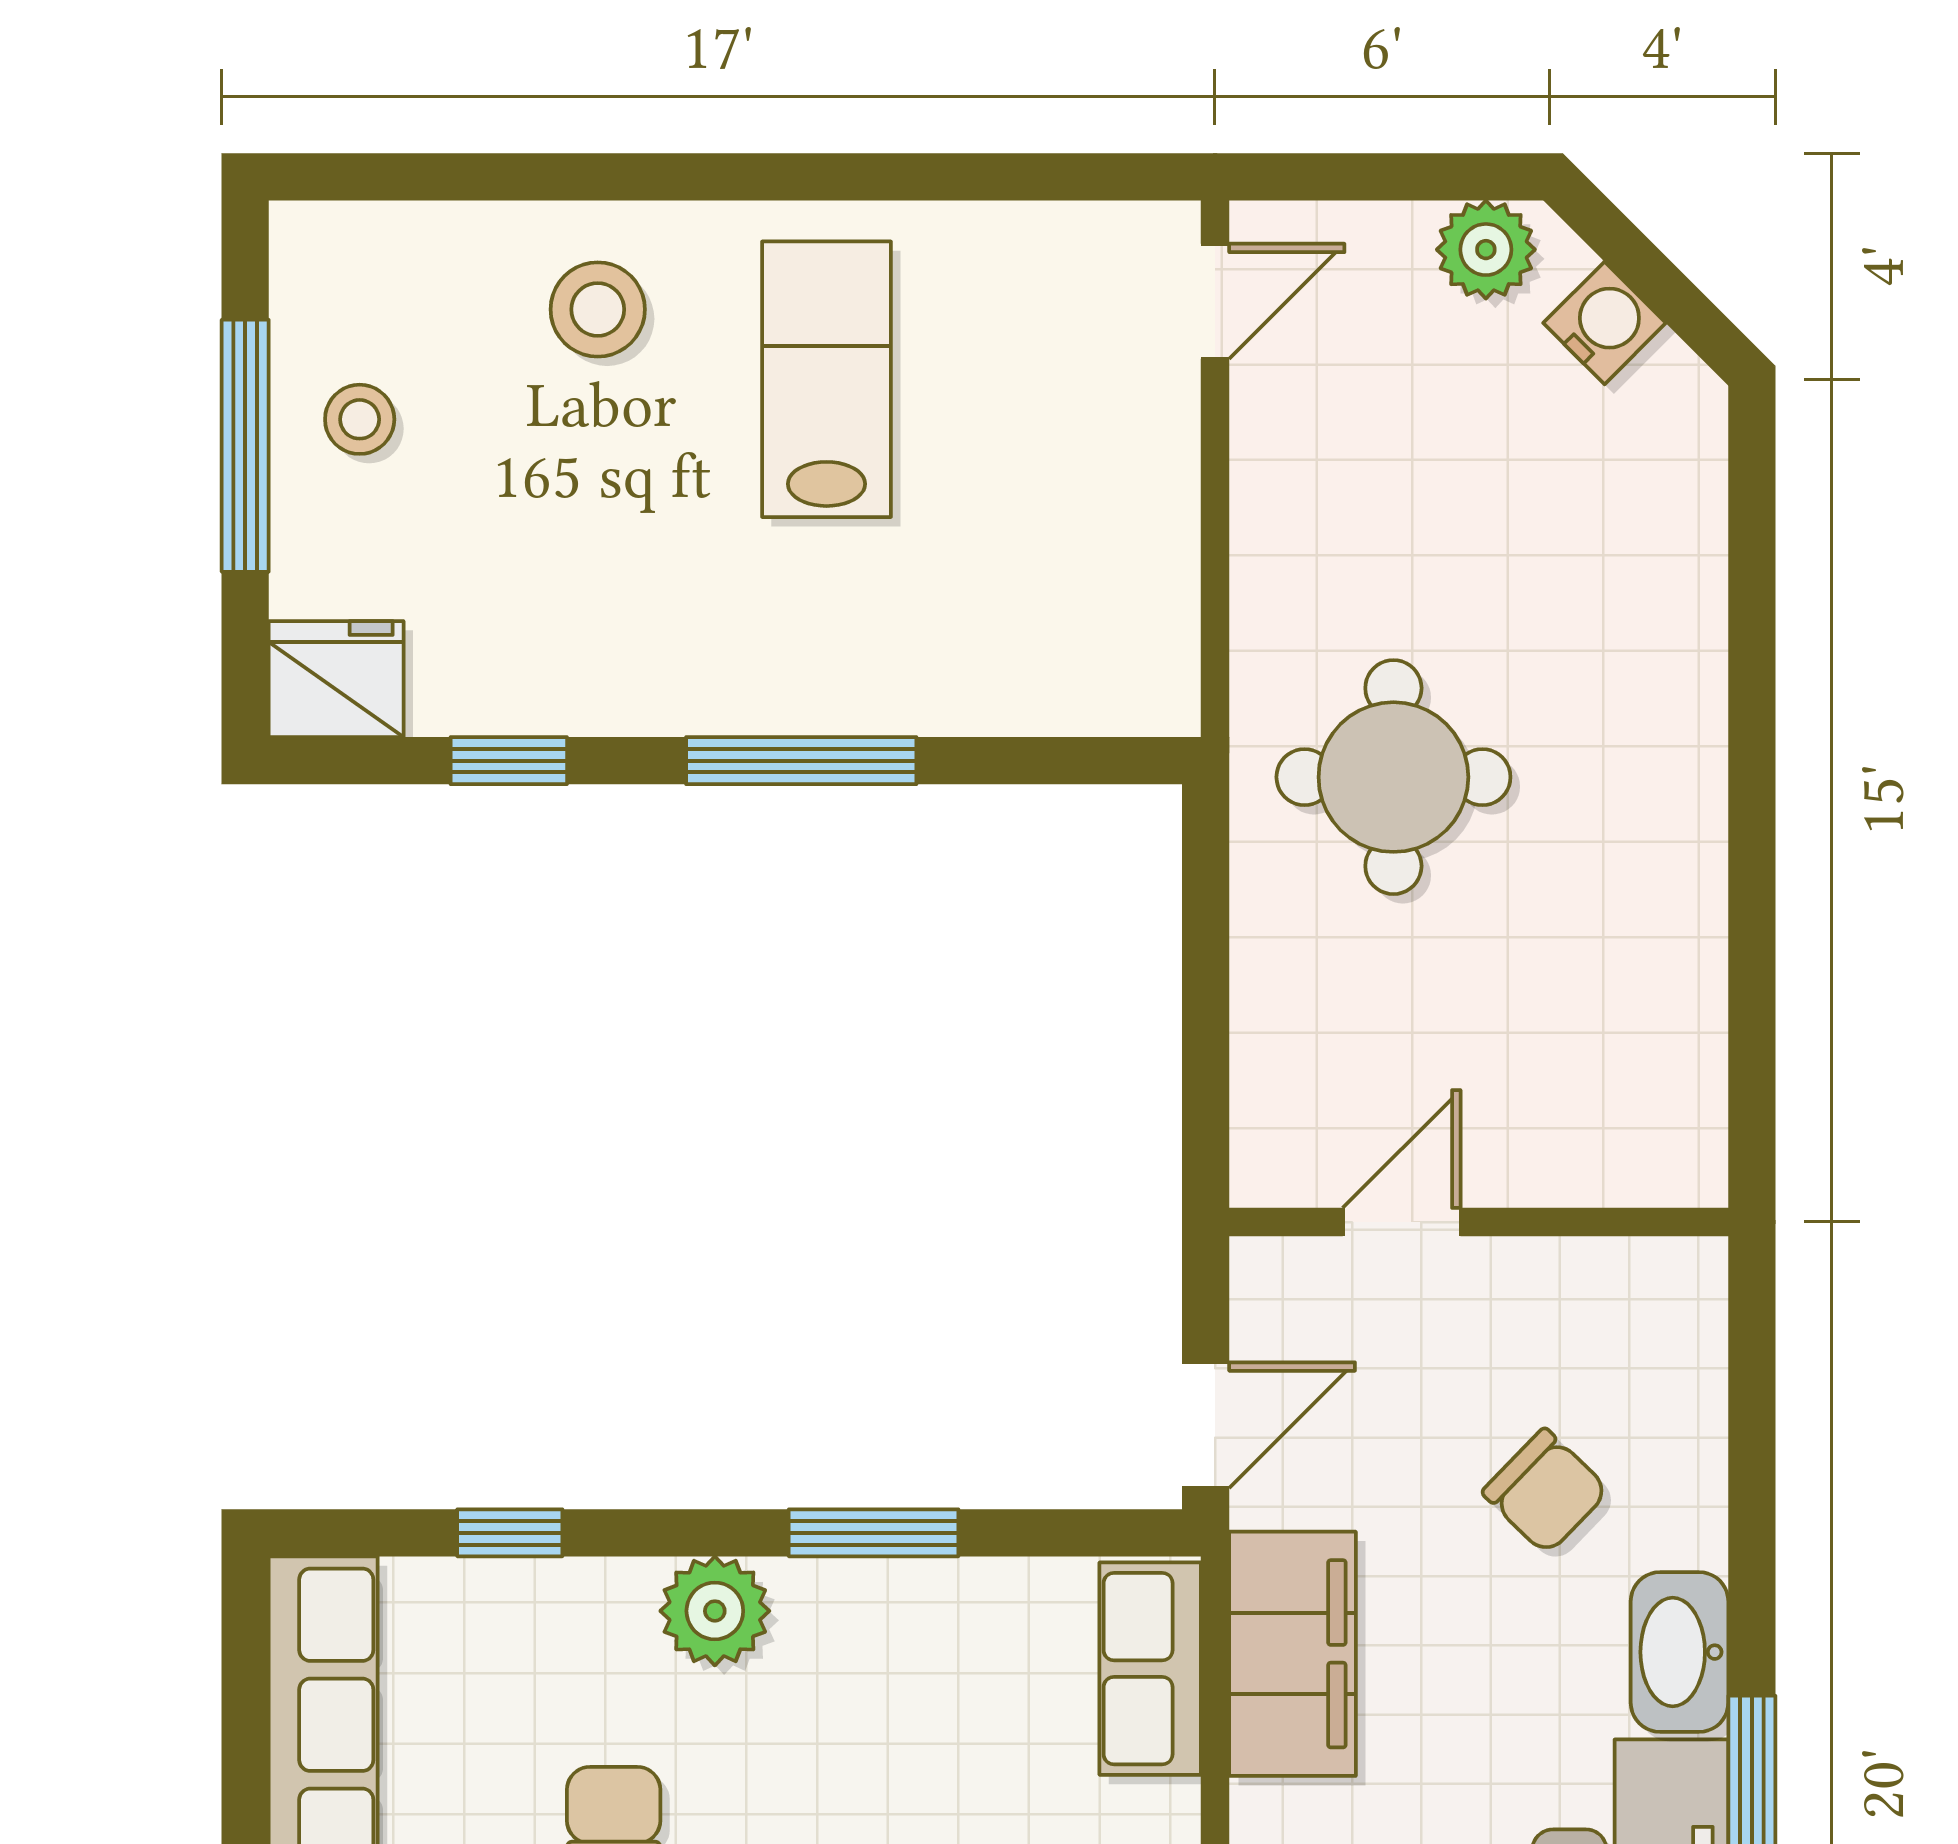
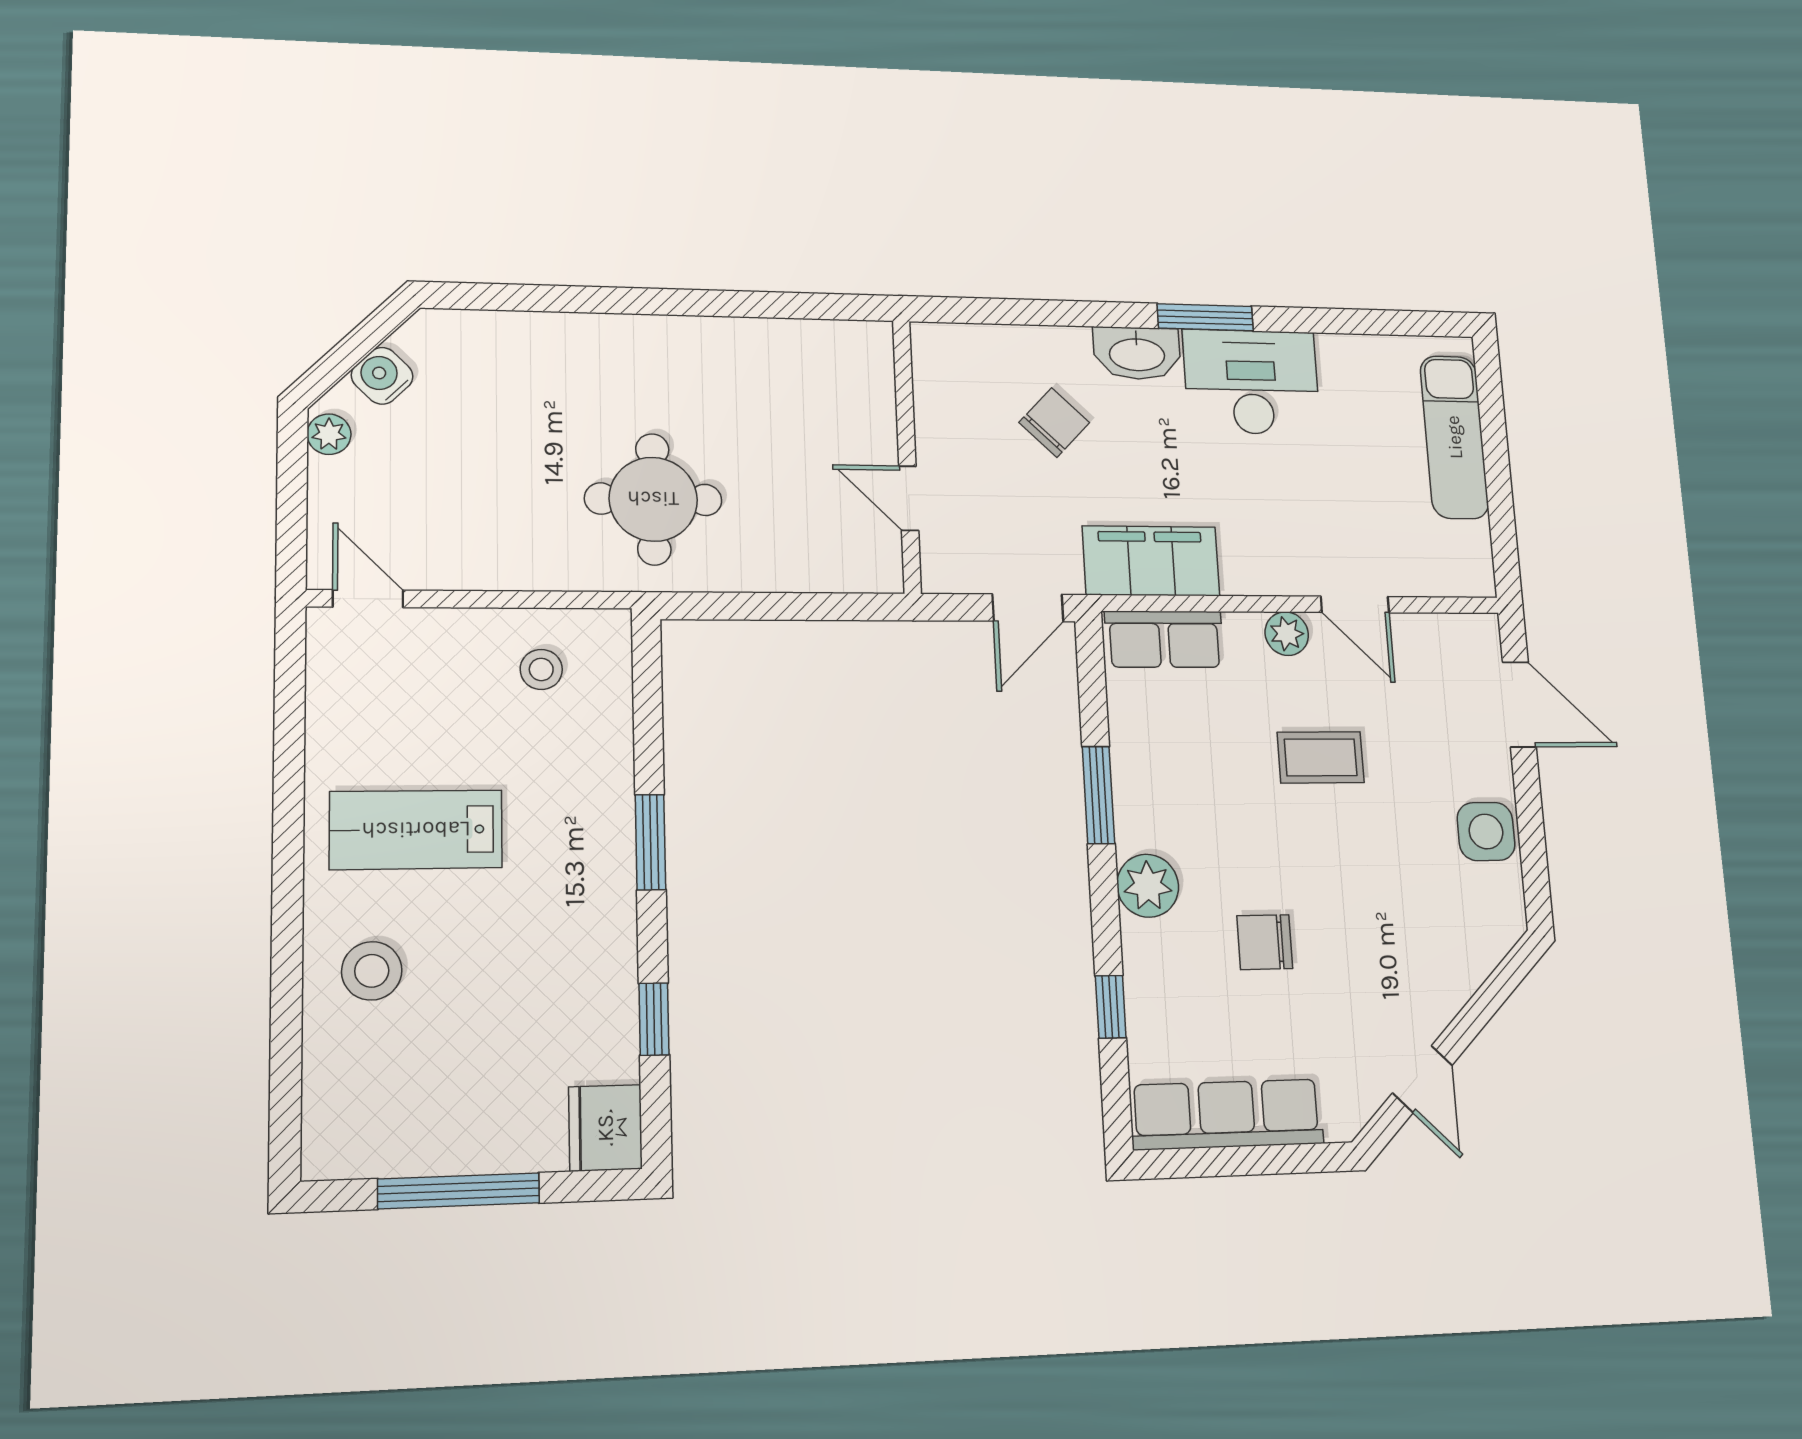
plant: (1486, 250) -> (329, 434), width x0.73, depth x0.73
stool: (360, 419) -> (541, 669), moved
window: (801, 761) -> (650, 842), width x0.69
door: (1206, 1425) -> (1028, 608), swing flipped

